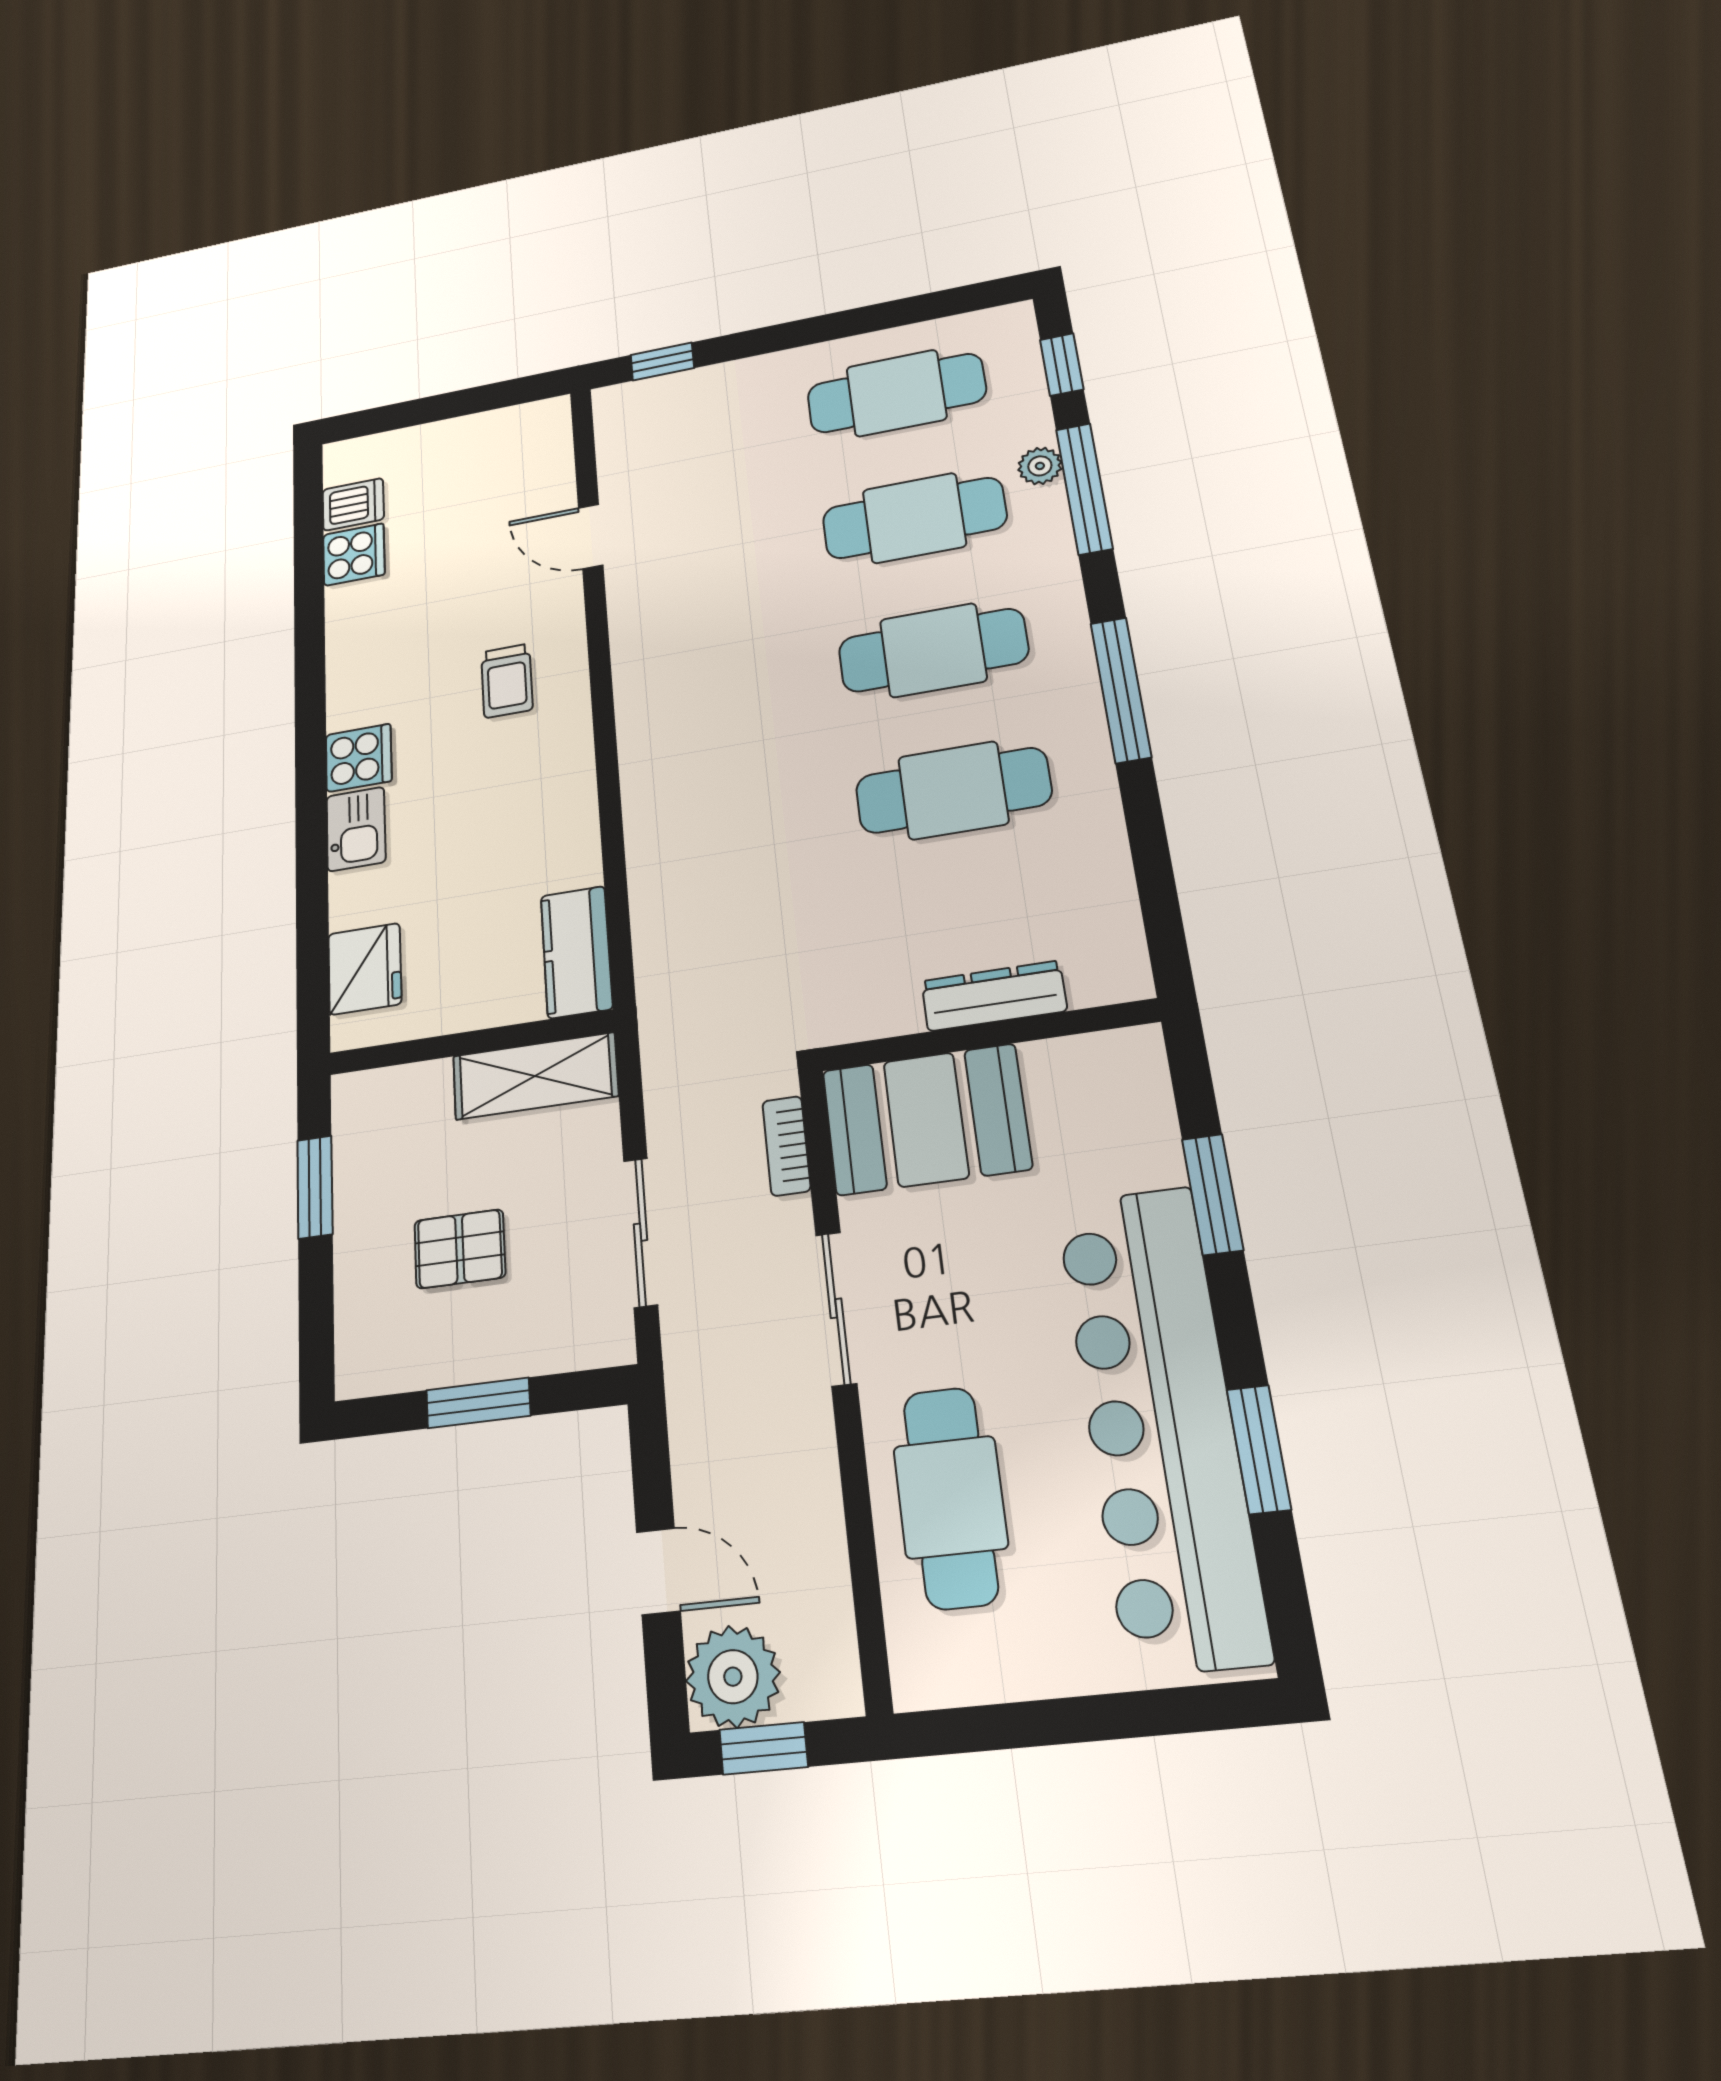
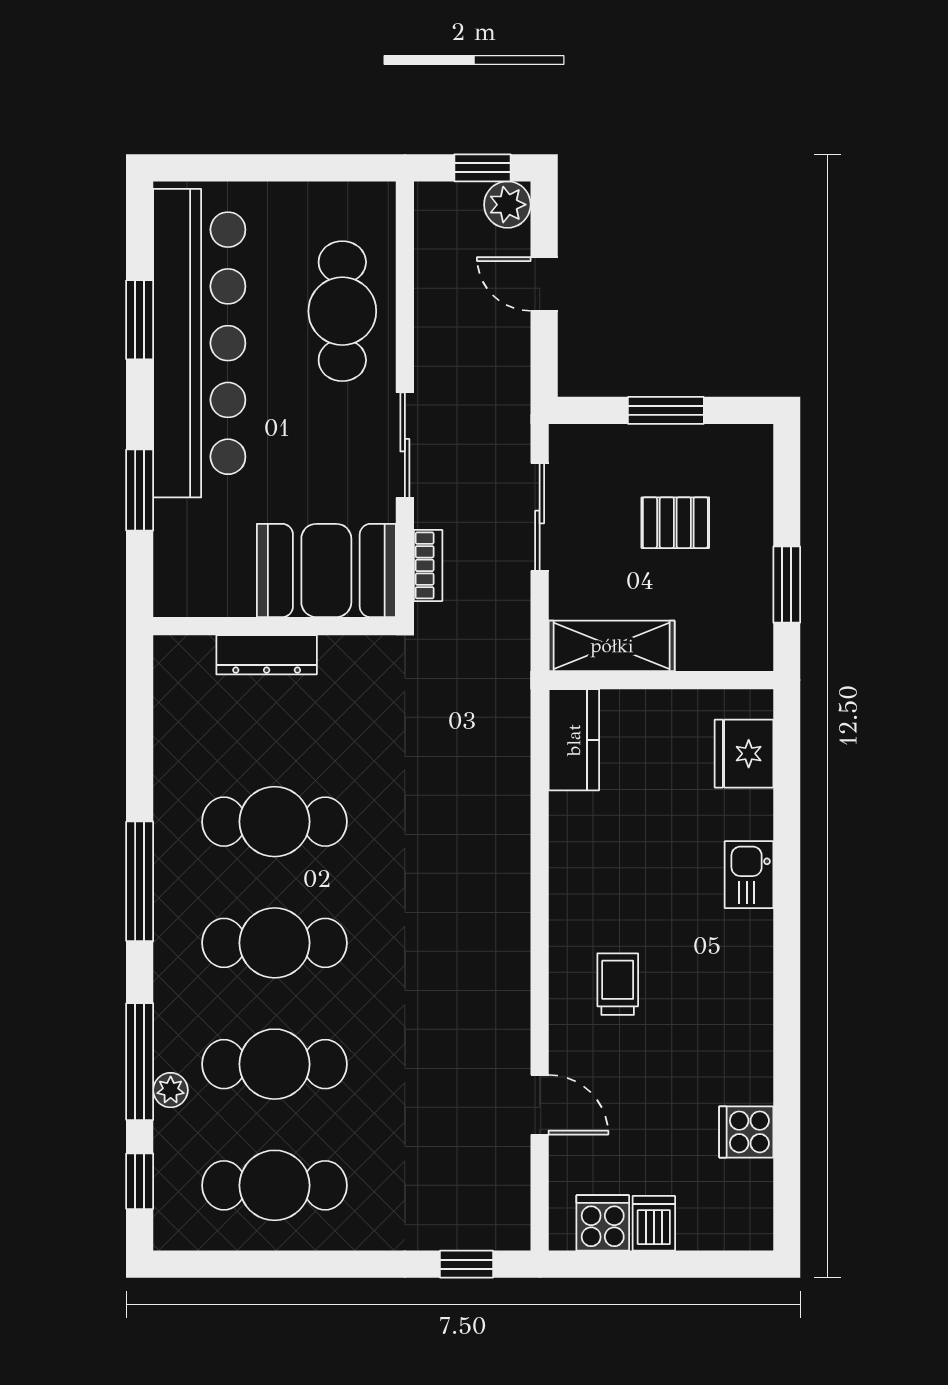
dishwasher: (353, 504) -> (654, 1223), moved, turned 90
cooker: (359, 758) -> (603, 1223), moved, turned 90
plant: (733, 1677) -> (507, 205), width x0.73, depth x0.73

